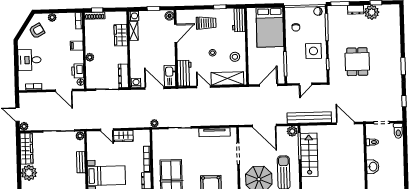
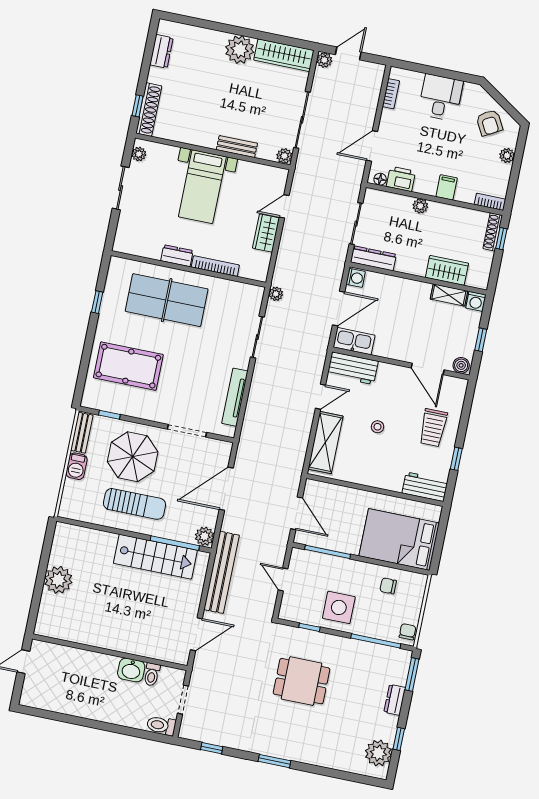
plant: (372, 12) -> (378, 753), moved
stool: (235, 57) -> (361, 465), removed
washbasin: (373, 167) -> (131, 670), moved

